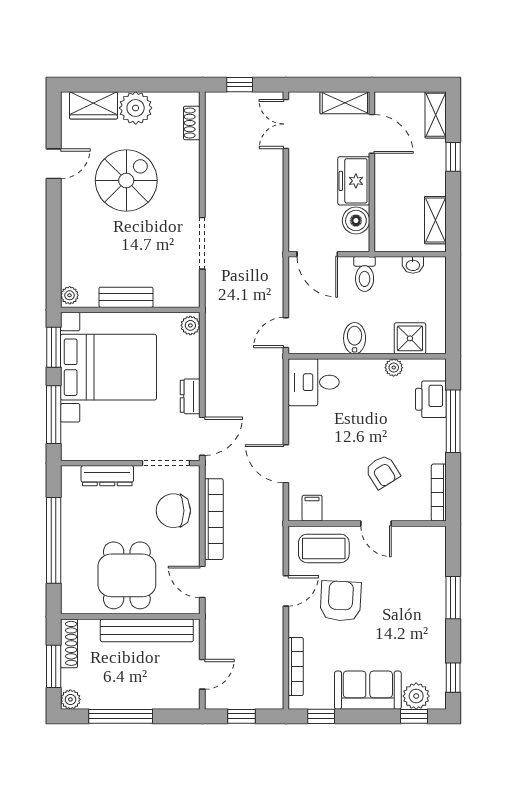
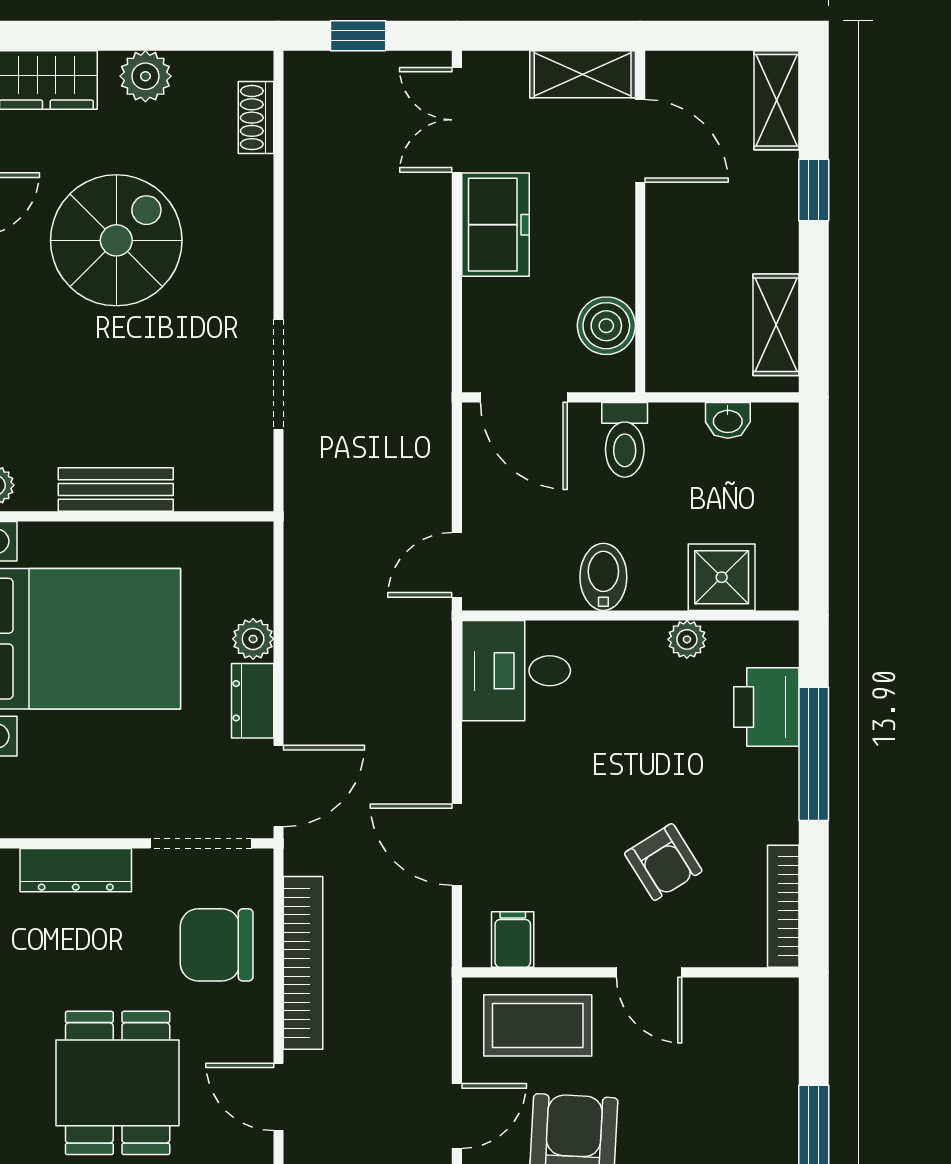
plant: (136, 108) -> (145, 76), width x0.73, depth x0.73
freezer: (354, 181) -> (495, 225), moved, turned 180
plant: (190, 325) -> (253, 639), moved

